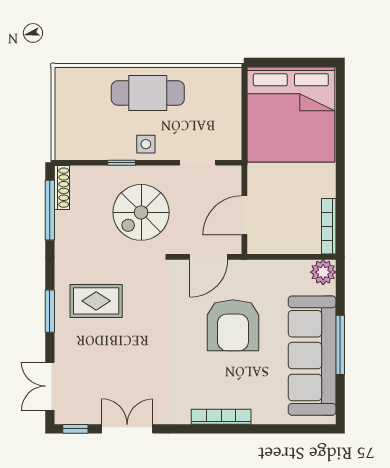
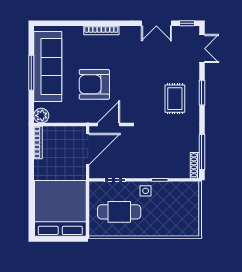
cafe table: (148, 93) -> (119, 212), moved
spiral stairs: (141, 212) -> (148, 151), removed
door: (244, 215) -> (88, 149), width x1.36
rug: (96, 301) -> (175, 99), turned 90
armchair: (233, 325) -> (94, 84), turned -90

